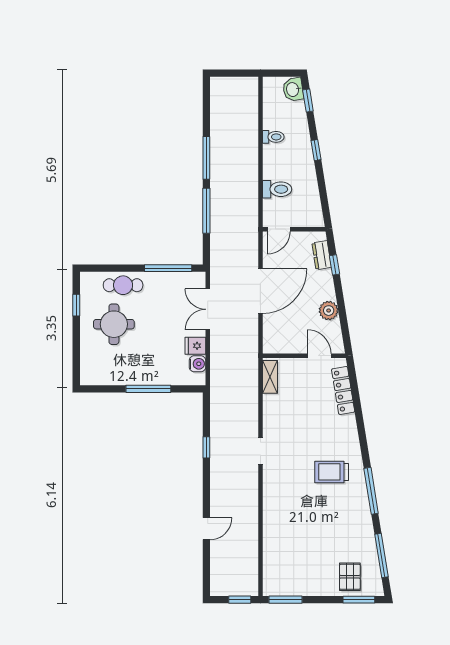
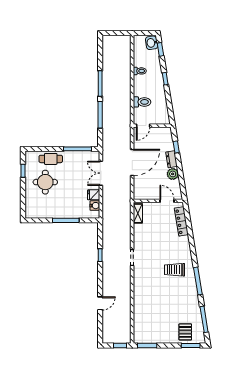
dresser: (322, 255) -> (171, 159), moved

